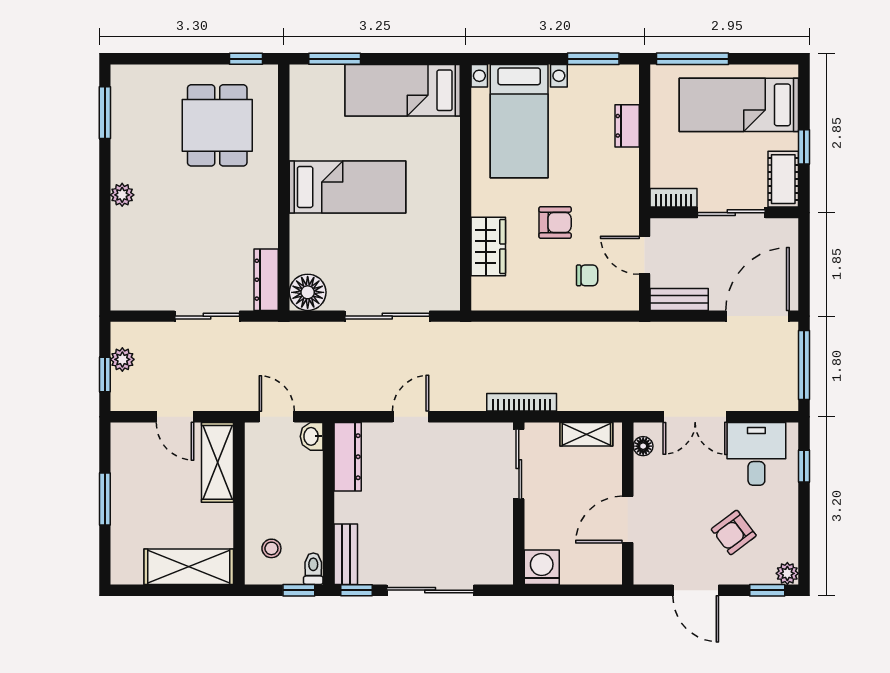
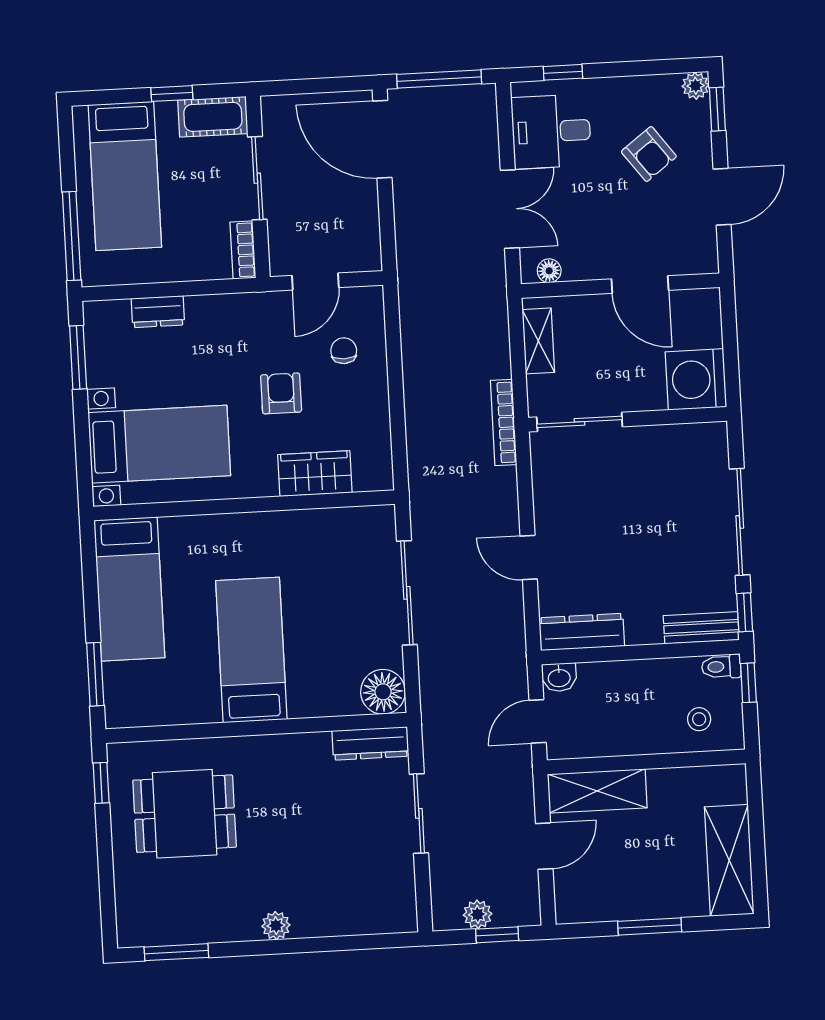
bench: (679, 299) -> (367, 236), removed
shelving: (189, 567) -> (729, 860), moved
washing machine: (542, 567) -> (696, 379), width x1.37, depth x1.37

